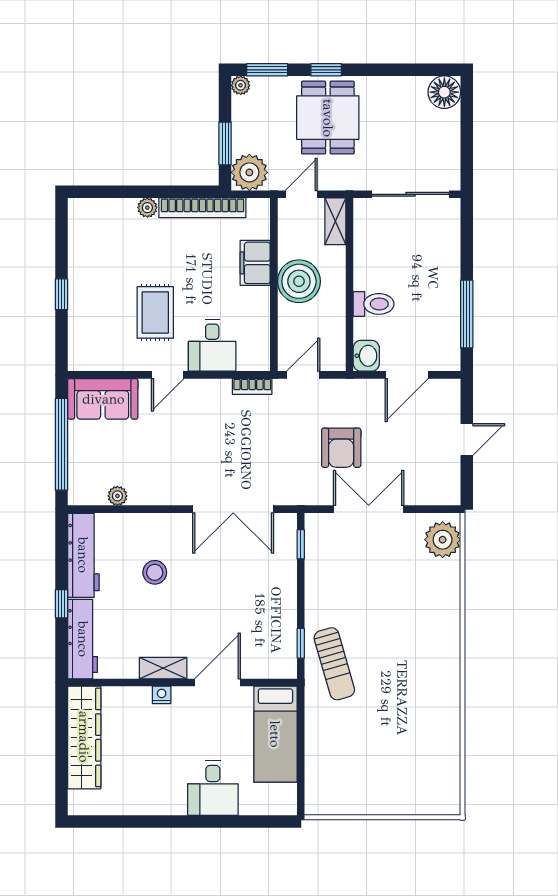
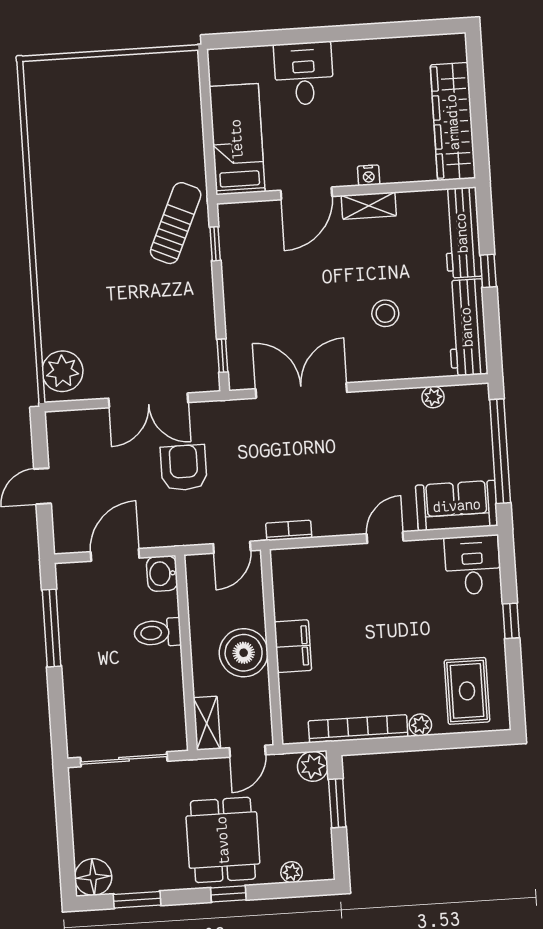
window: (267, 70) -> (137, 900), moved
plant: (241, 85) -> (292, 872), moved
plant: (249, 172) -> (313, 766), width x0.73, depth x0.73
filing cabinet: (255, 263) -> (293, 646), moved
rug: (155, 312) -> (467, 691), moved
desk: (212, 346) -> (473, 565), moved
sun lounger: (334, 664) -> (176, 223), turned 40

